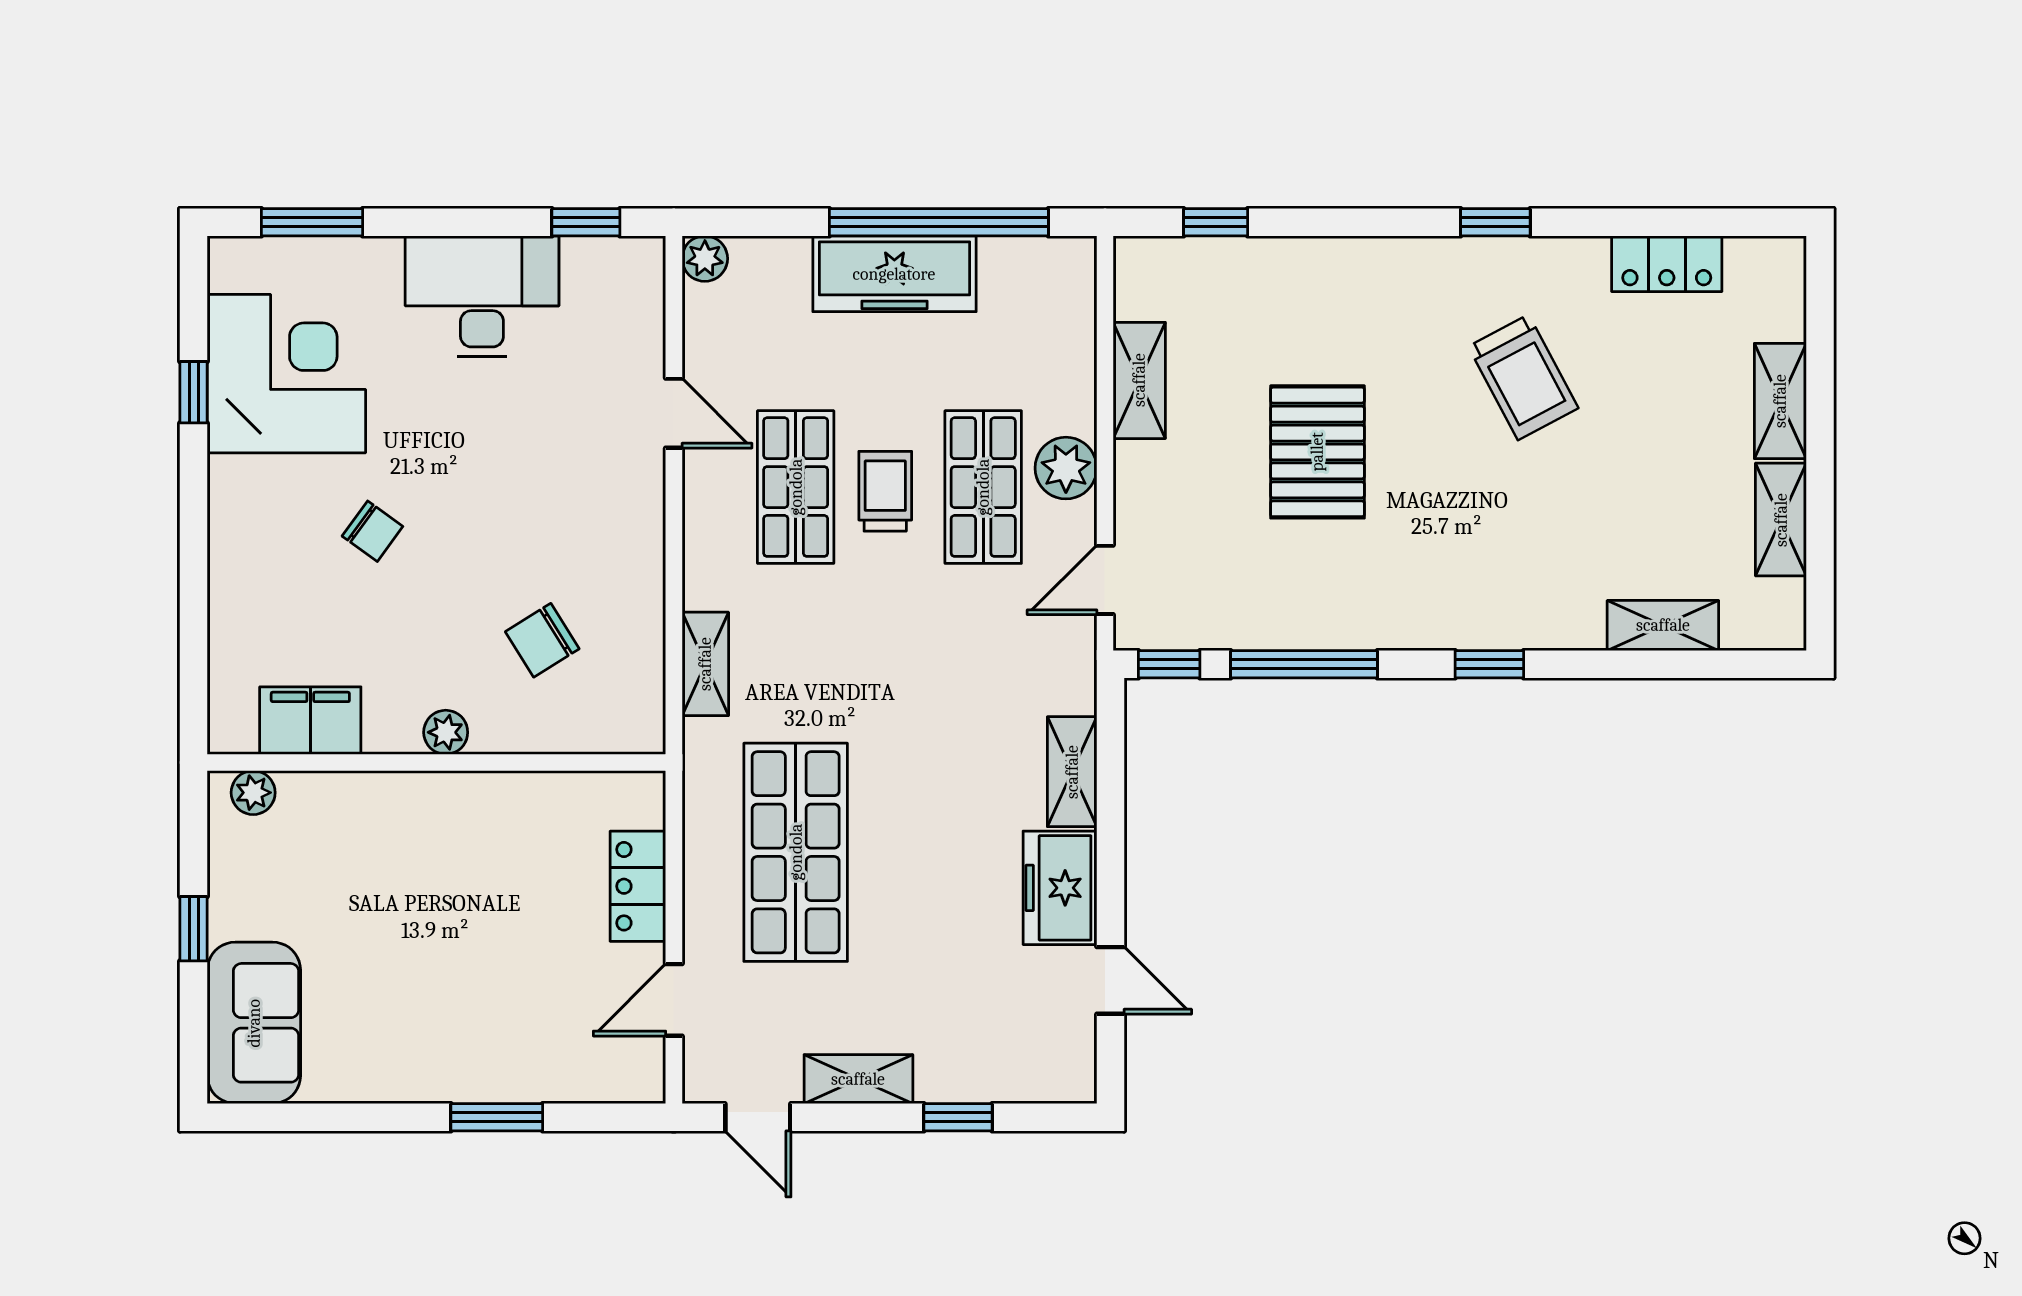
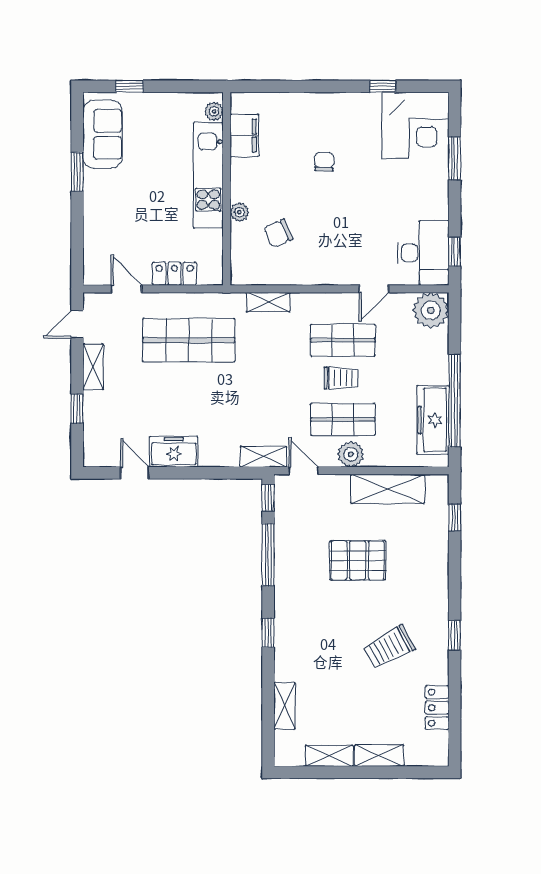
window: (312, 222) -> (455, 158), moved
plant: (705, 259) -> (431, 310), width x1.87, depth x1.87
freezer: (894, 274) -> (433, 420), moved
desk: (482, 296) -> (423, 253), moved
corner desk: (286, 374) -> (415, 125), moved
shelving: (1139, 380) -> (388, 489), width x1.50, depth x1.33
chair: (372, 531) -> (324, 162), turned 146
chair: (542, 640) -> (278, 233), turned -81
plant: (446, 732) -> (239, 212), moved
shelving: (1072, 772) -> (264, 457), moved
kitchen unit: (405, 806) -> (208, 175), added
window: (194, 929) -> (129, 86), moved
door: (1110, 980) -> (135, 473), swing flipped
sofa: (254, 1023) -> (102, 134), moved, turned -90
window: (497, 1117) -> (77, 172), moved

